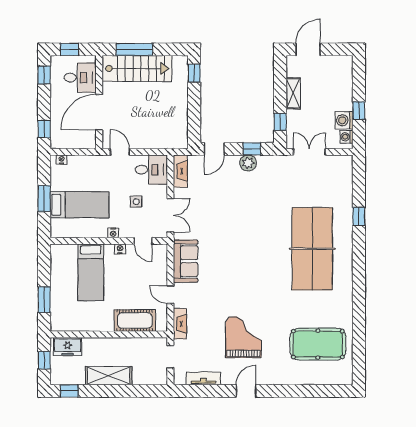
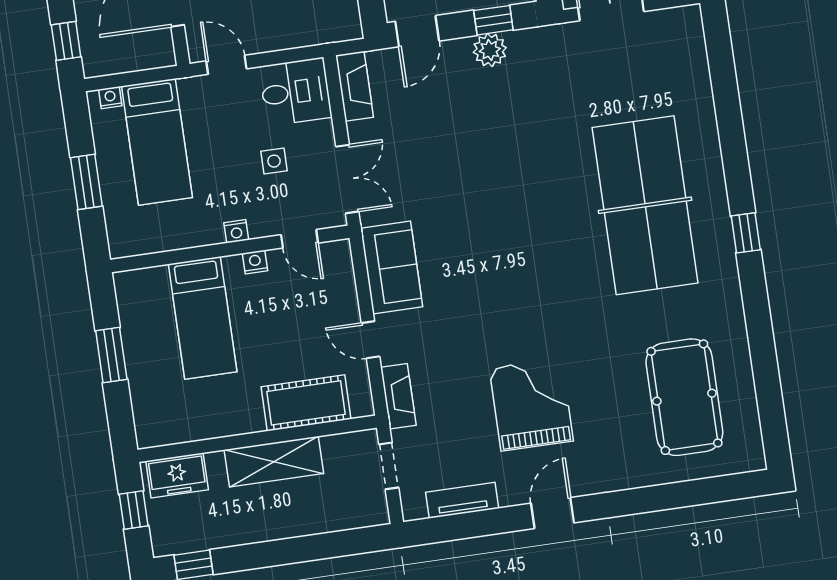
bed: (79, 205) -> (157, 142), moved, turned 90
window: (359, 216) -> (746, 233), moved
window: (44, 300) -> (111, 355), moved
pool table: (318, 344) -> (684, 397), turned 90
shelving: (109, 376) -> (274, 462), moved

